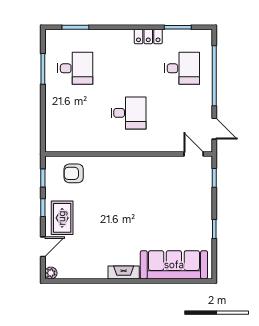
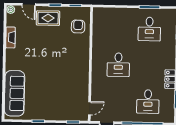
fireplace: (124, 272) -> (11, 37), moved

